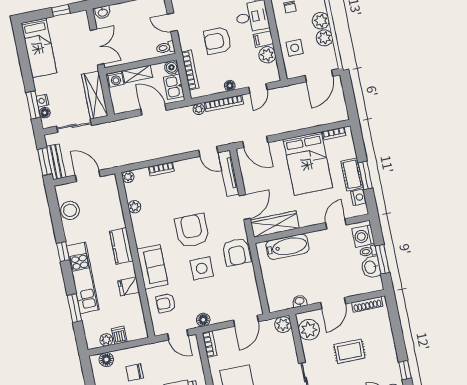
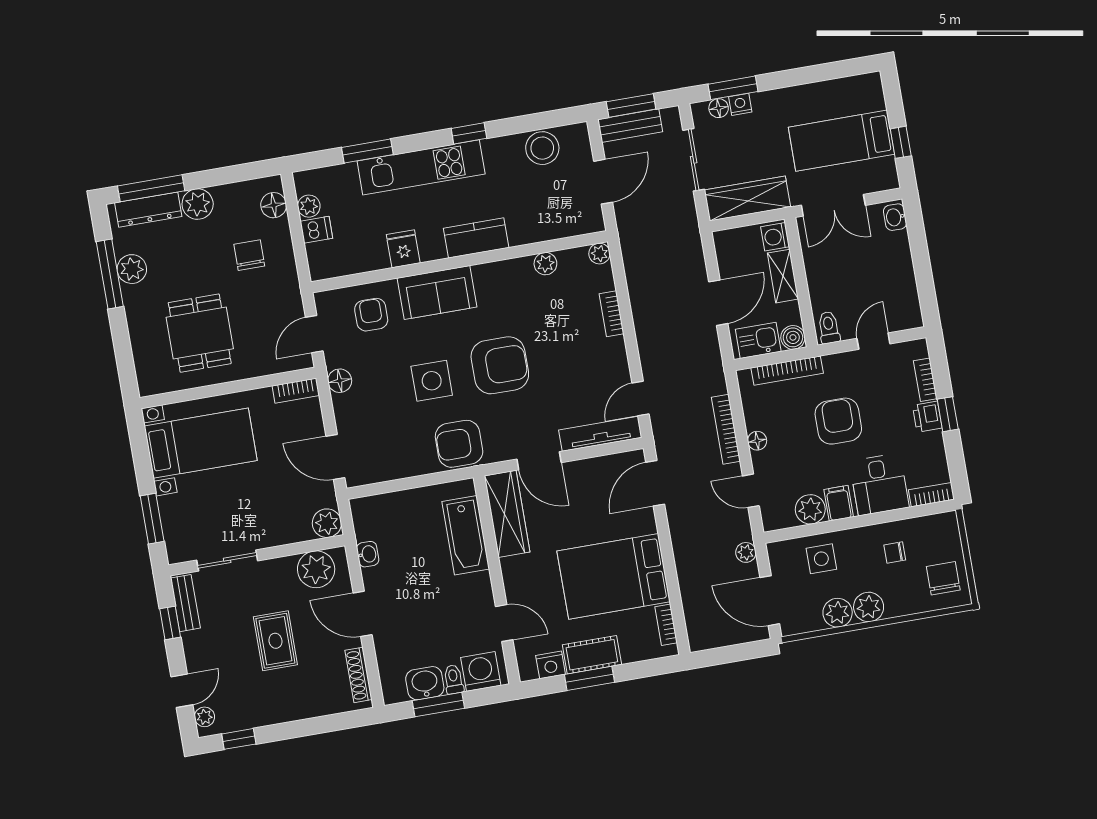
bed: (39, 48) -> (841, 141), moved
plant: (199, 109) -> (746, 552), moved

